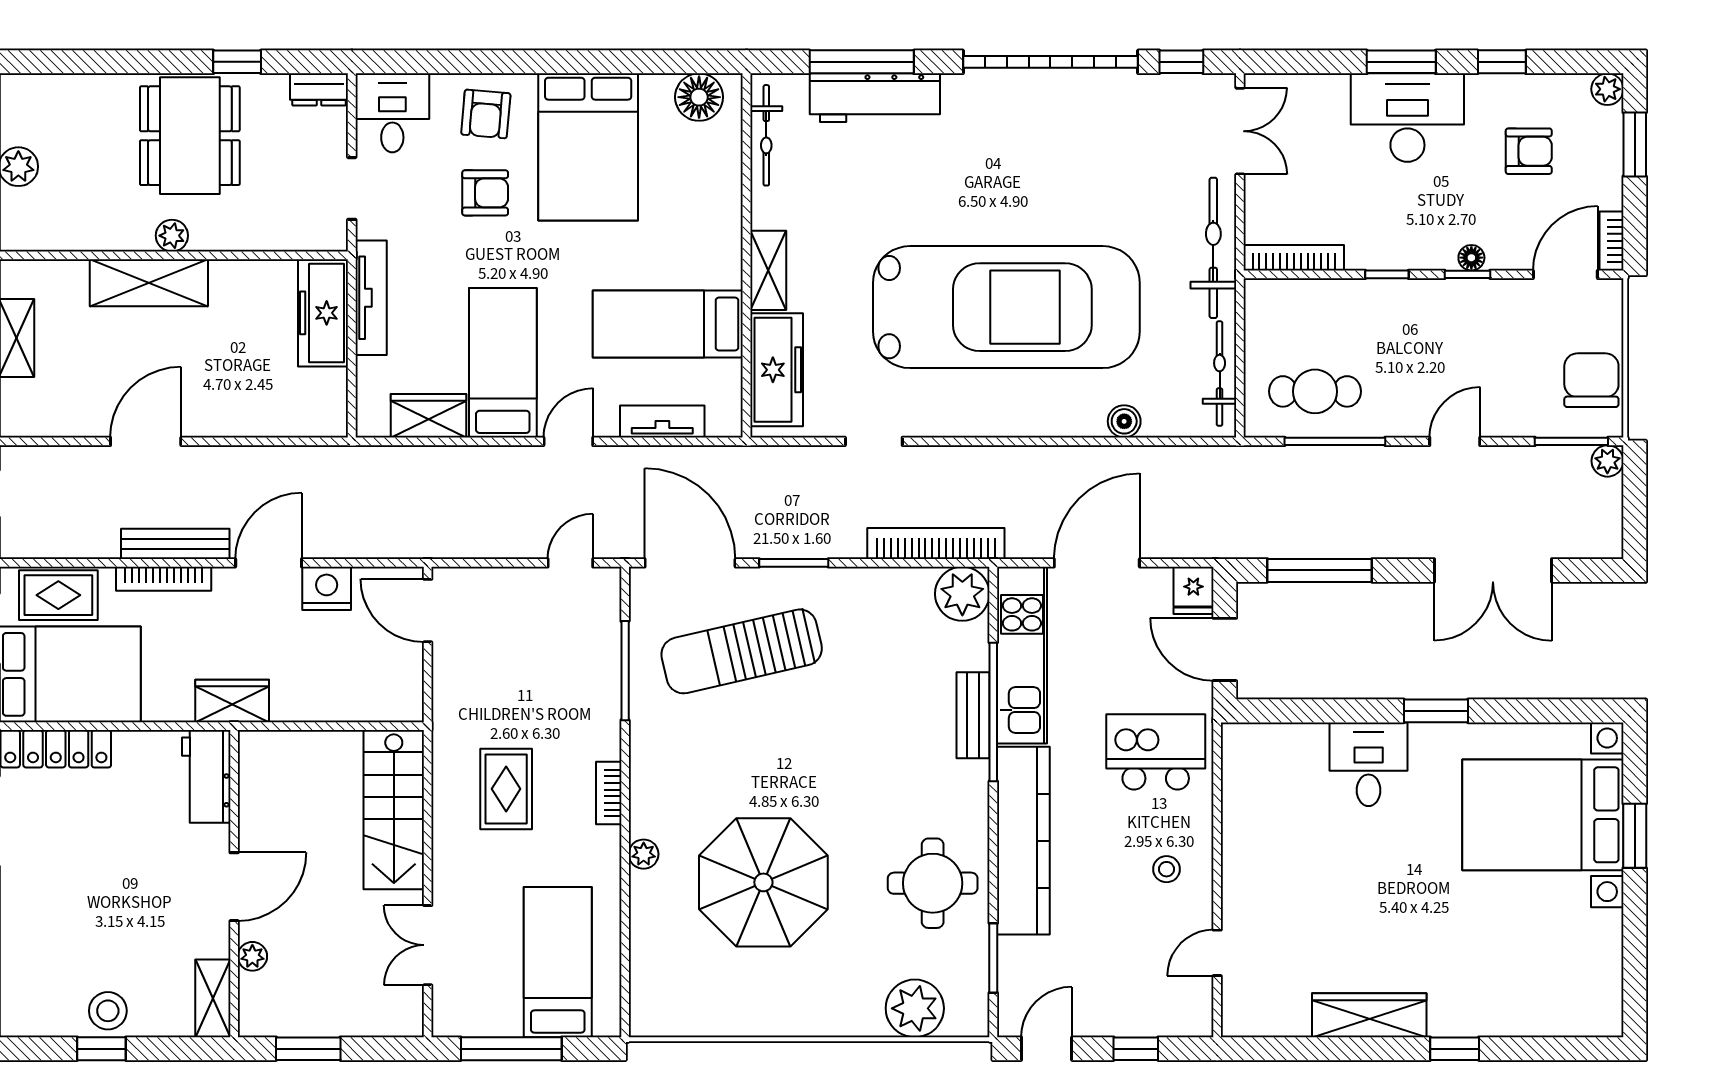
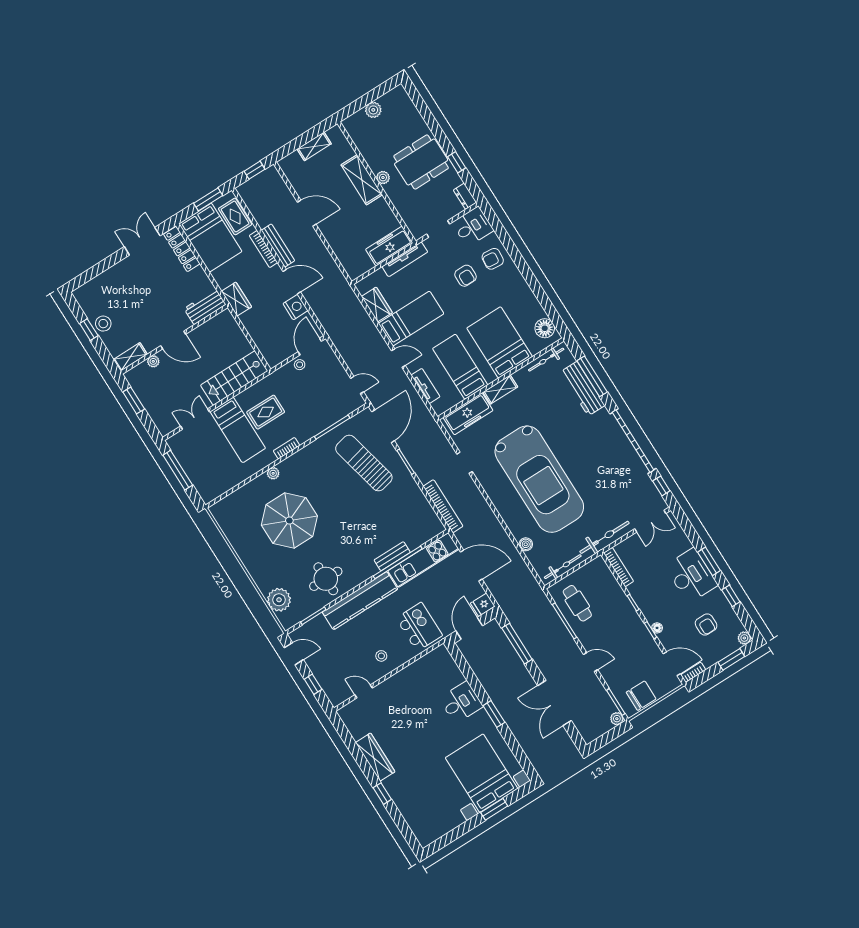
bed: (588, 147) -> (500, 342), moved, turned 90
plant: (962, 594) -> (431, 526), removed
stool: (452, 656) -> (300, 365), added
bed: (558, 962) -> (238, 430), moved, turned 90

